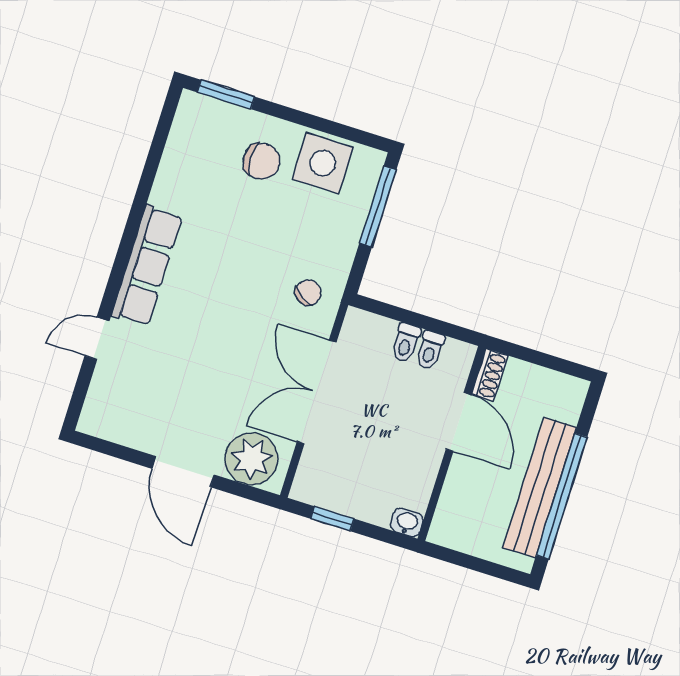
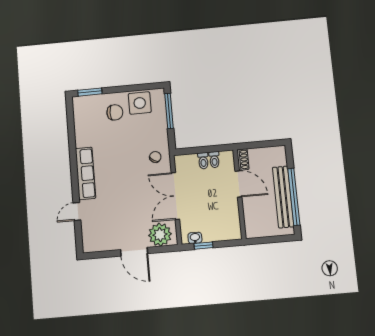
washbasin: (407, 523) -> (195, 238), moved

